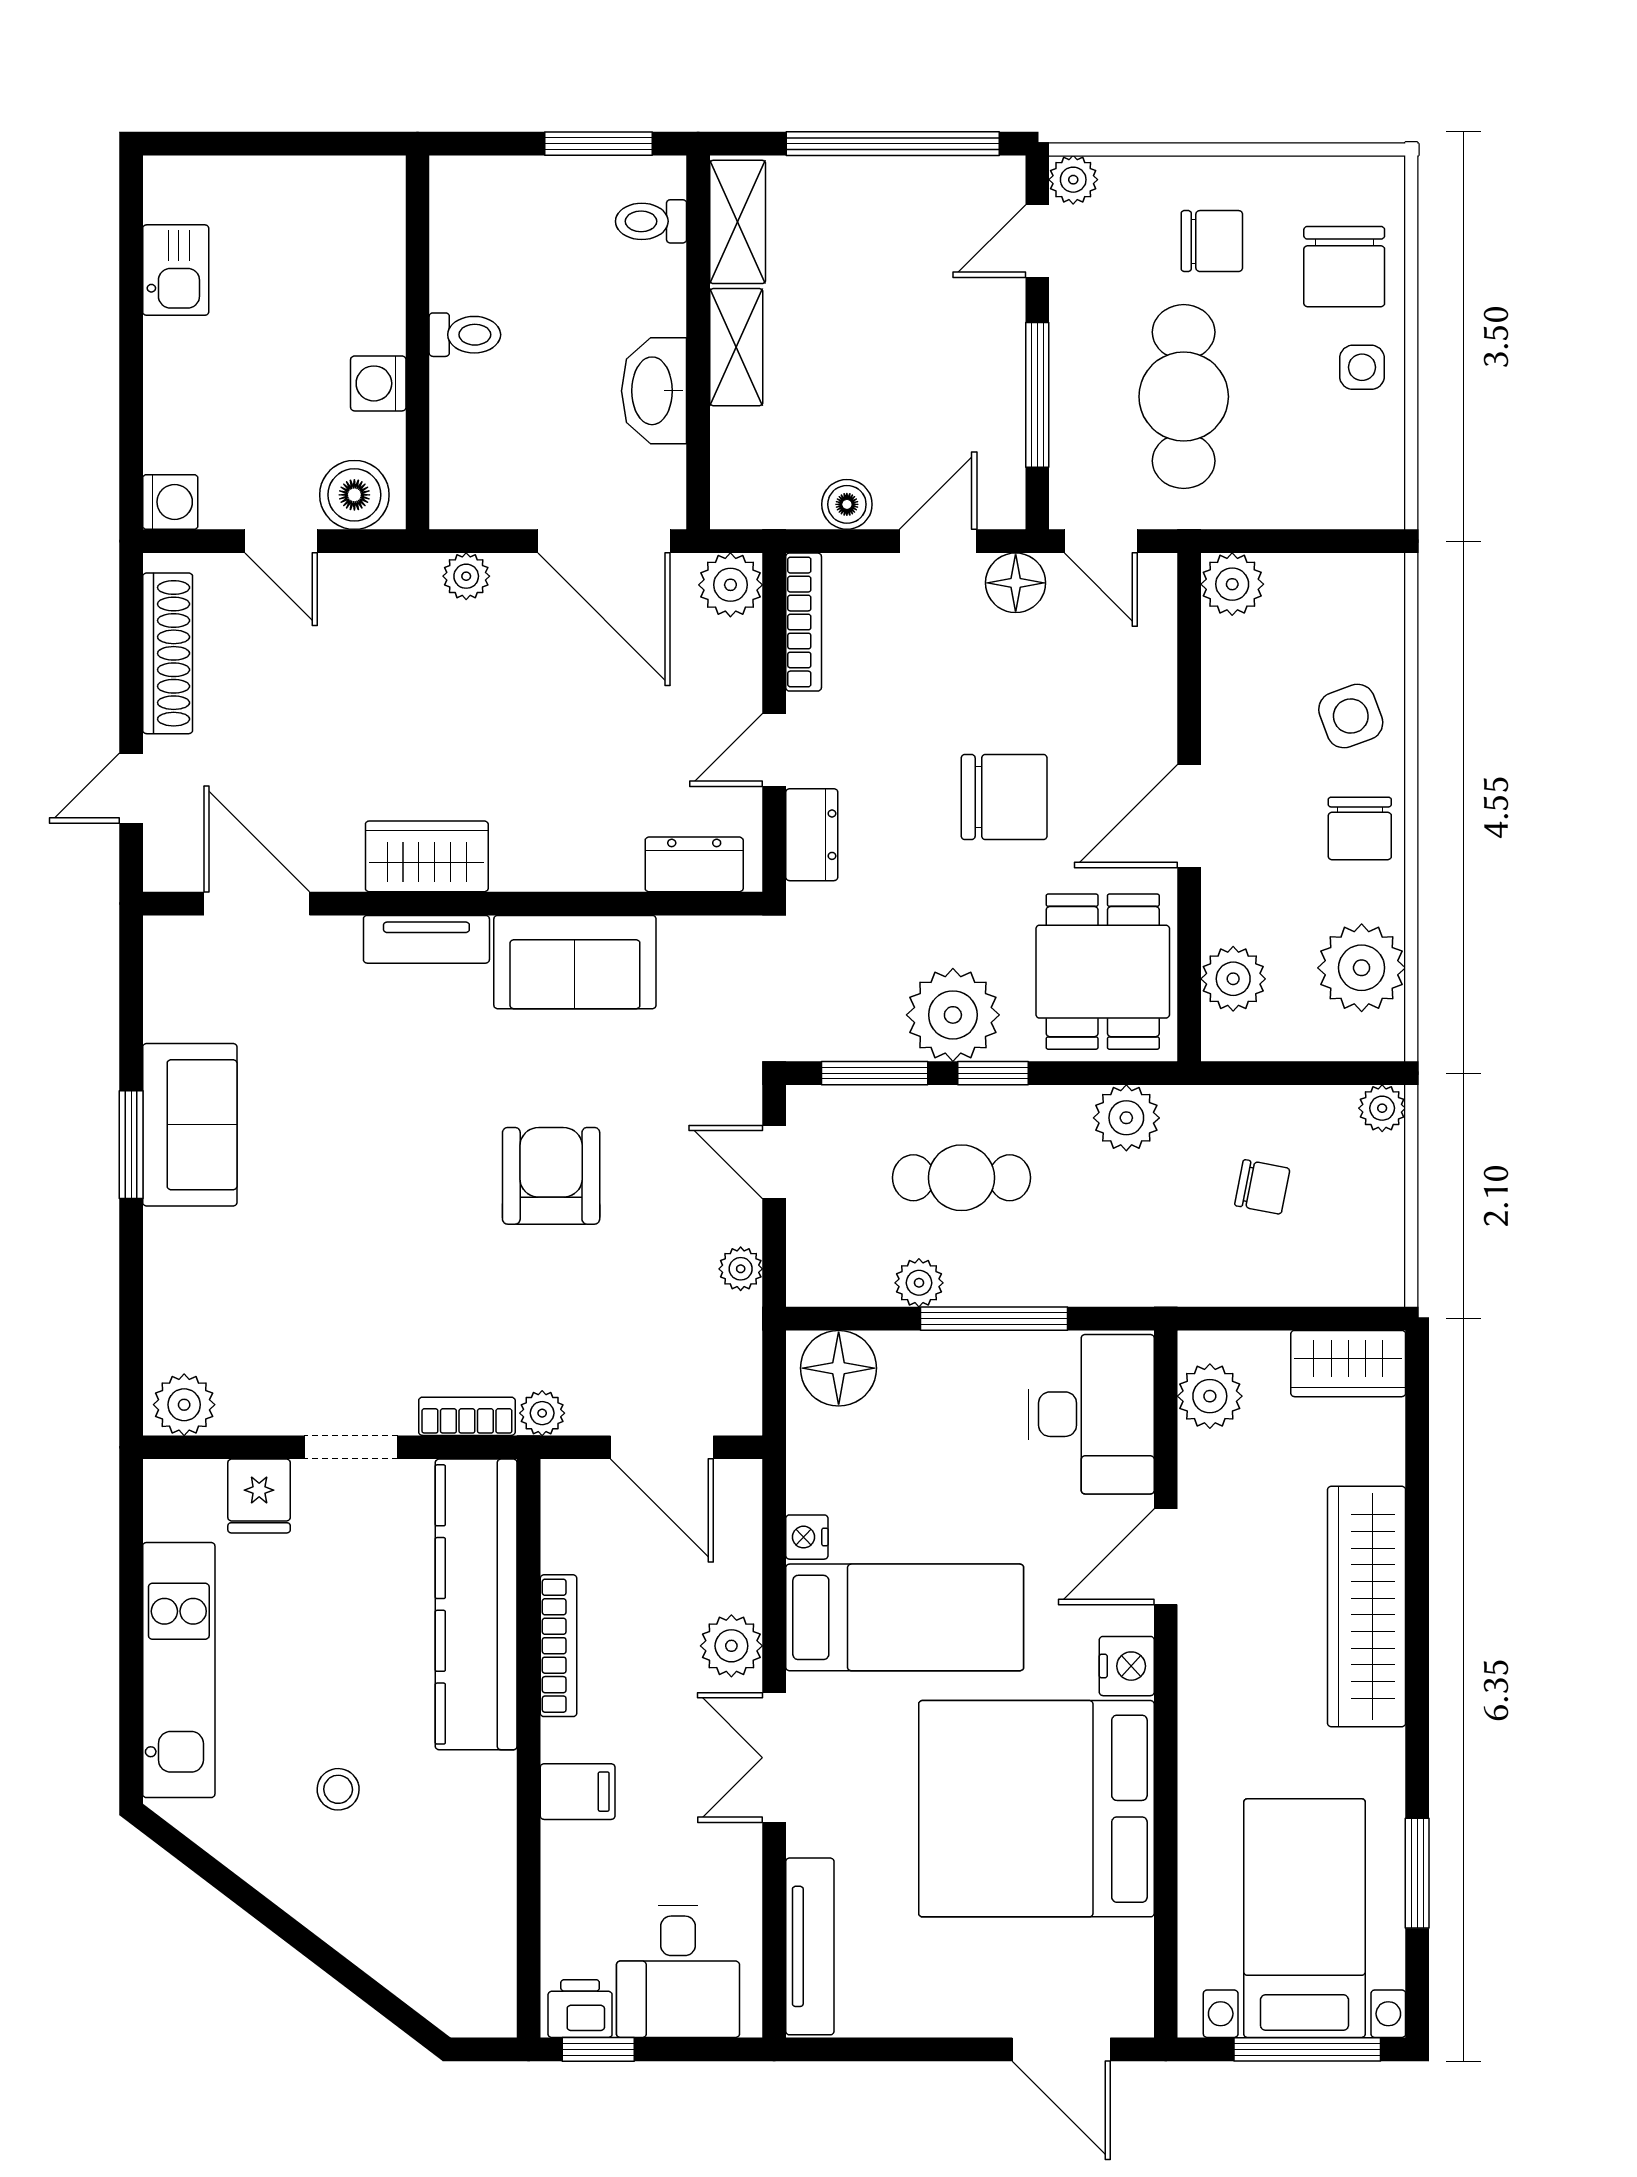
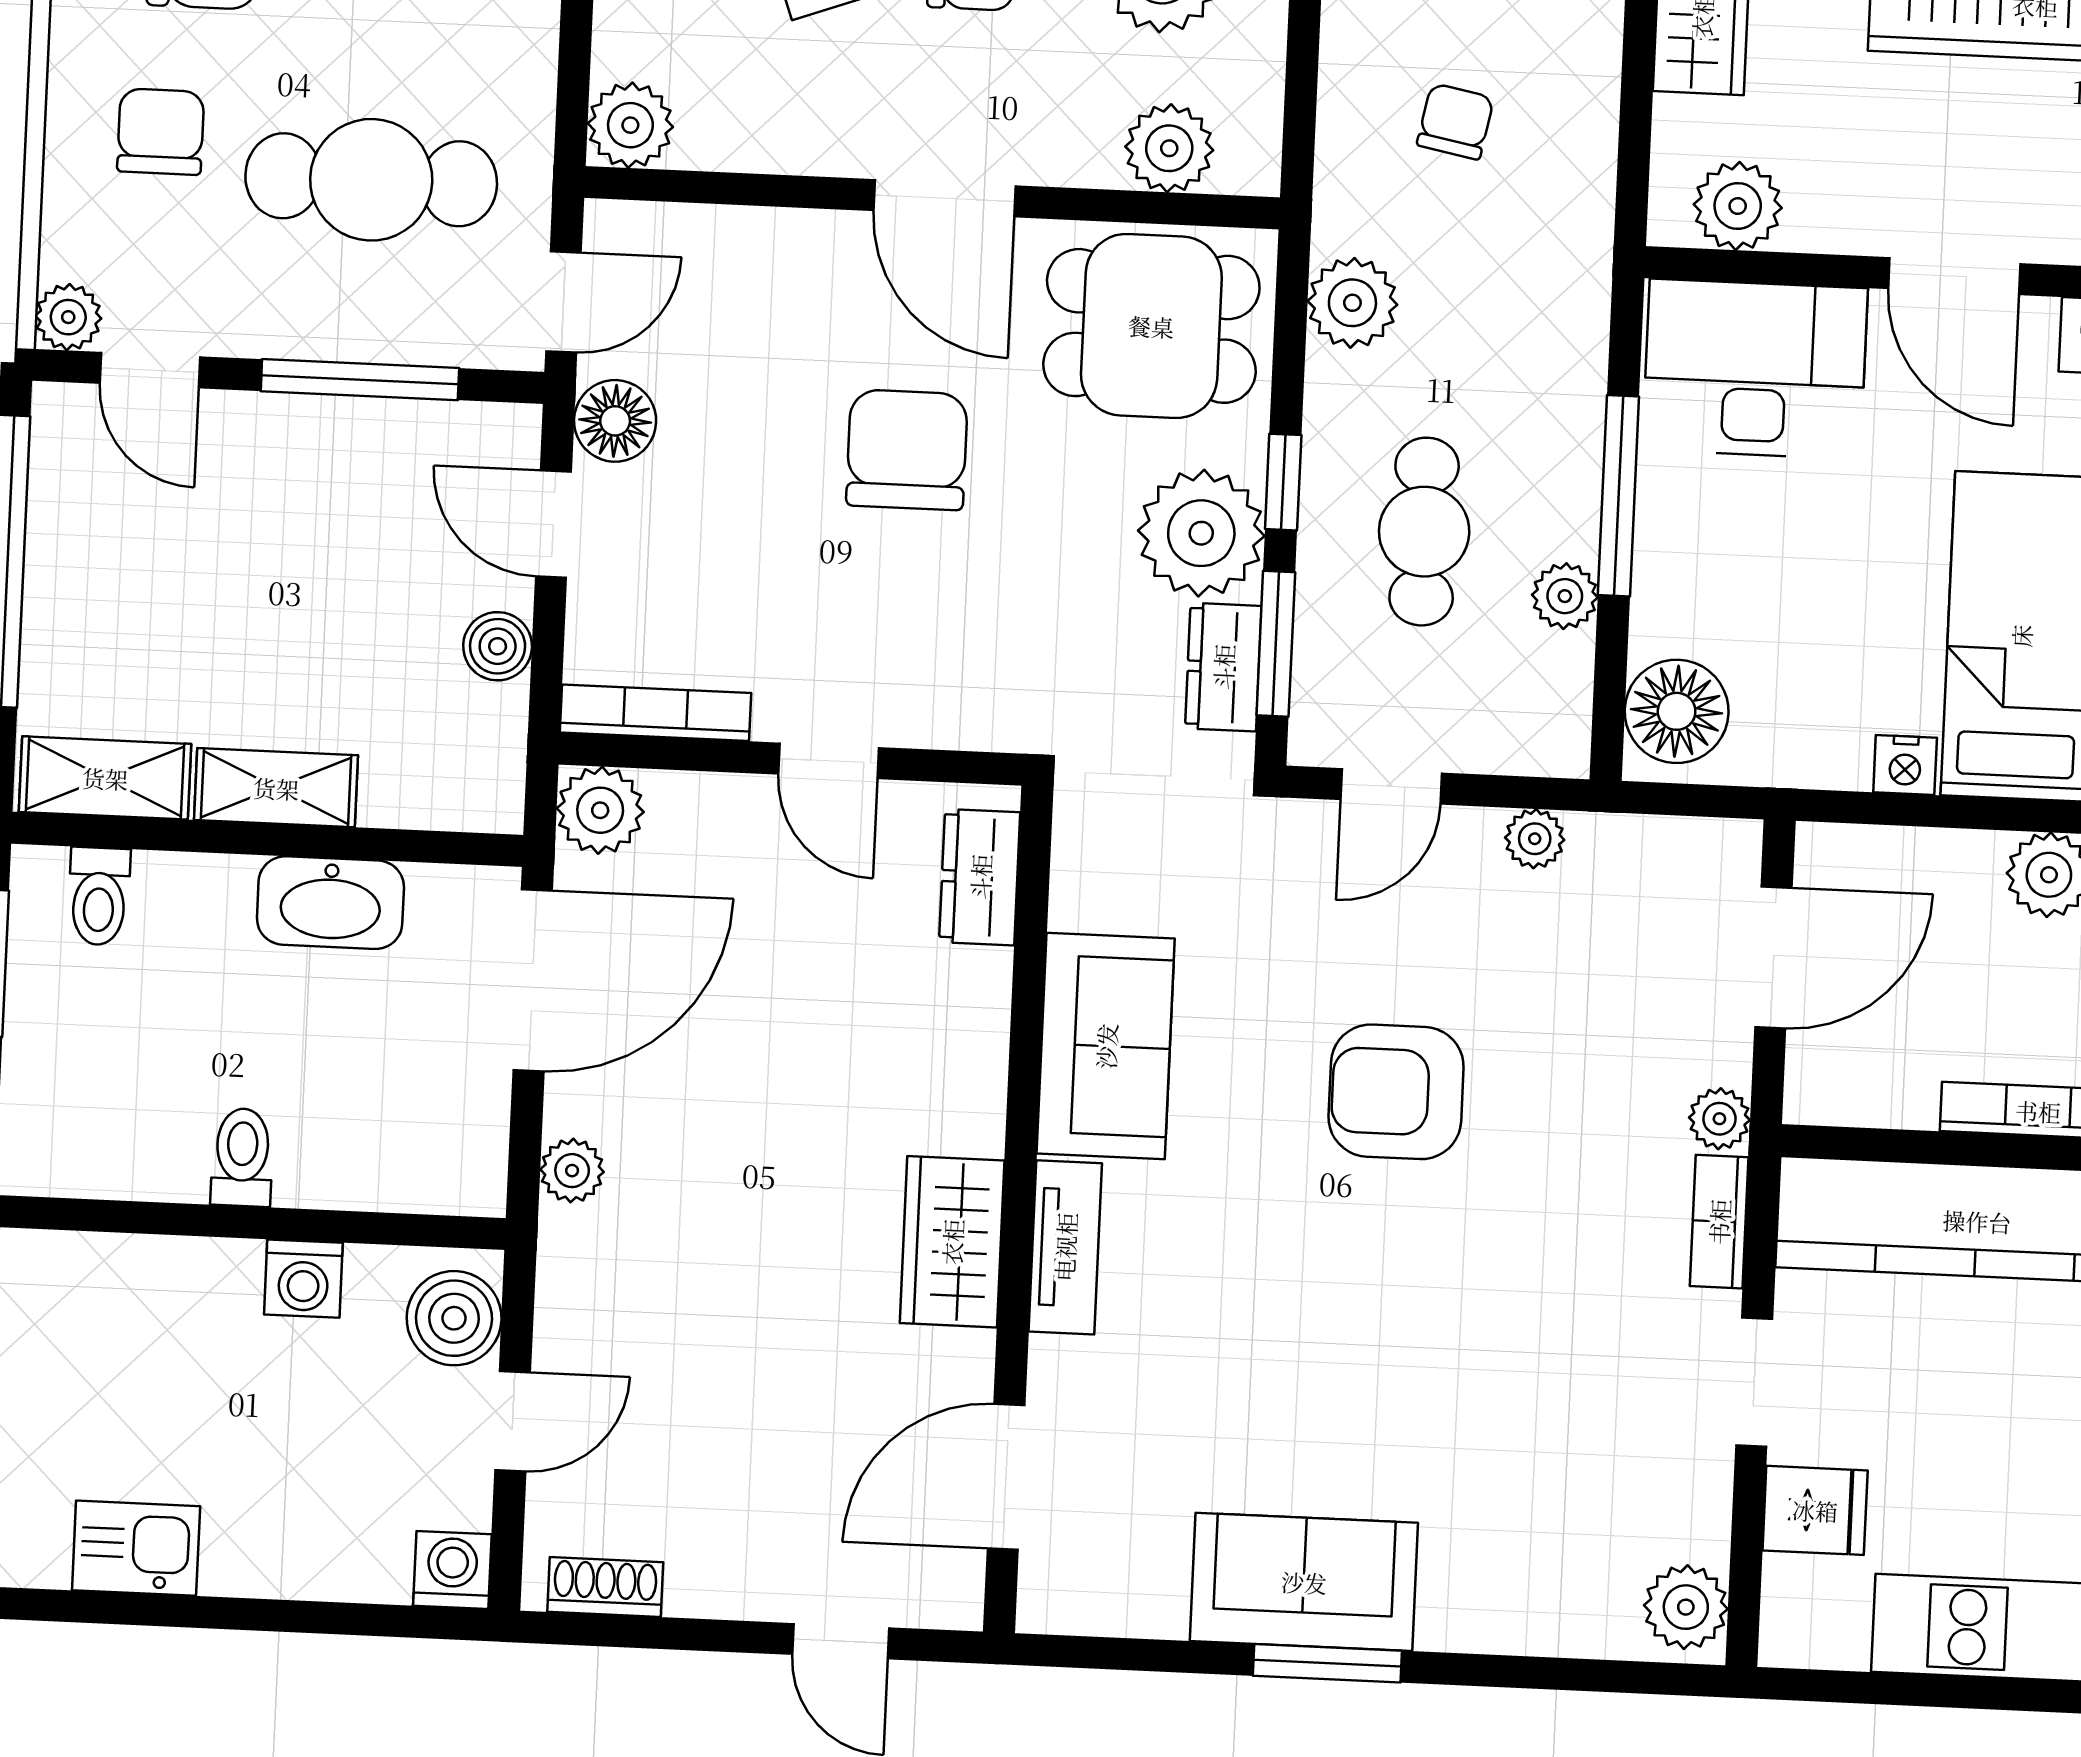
shoe rack: (168, 653) -> (605, 1587), width x0.51, depth x0.81
dresser: (812, 835) -> (1223, 667), moved, turned -90

